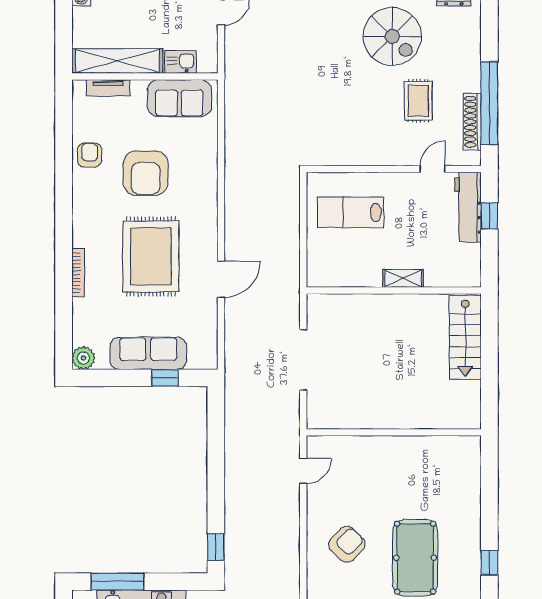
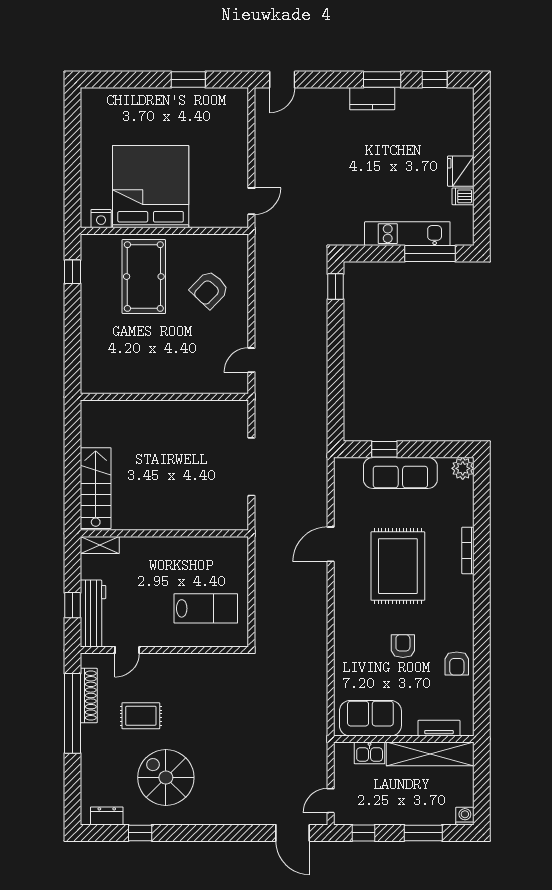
rug: (418, 101) -> (141, 716), turned 90
armchair: (146, 173) -> (403, 646), width x0.53, depth x0.53
shelving: (403, 278) -> (100, 545), moved

